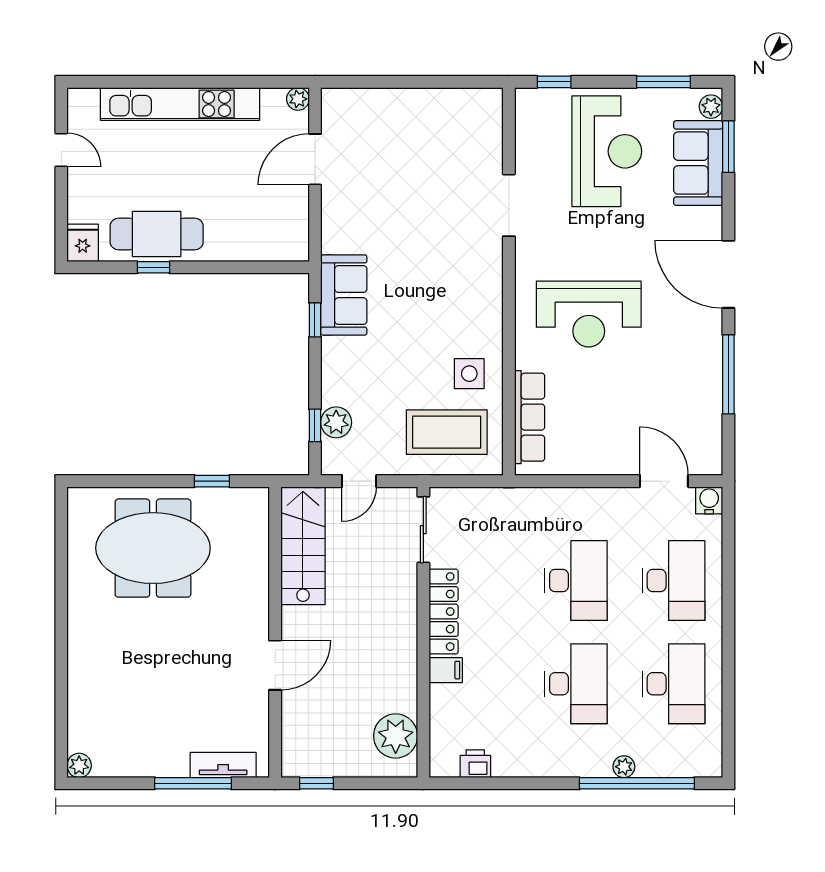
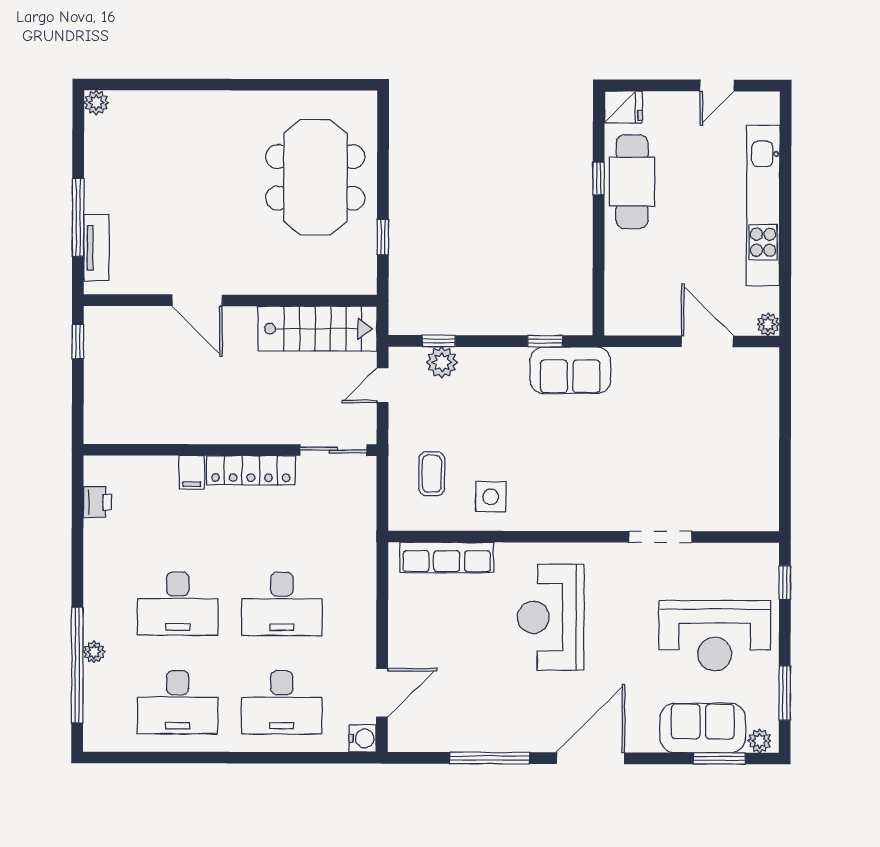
coffee table: (447, 432) -> (432, 474), width x0.54, depth x0.58
door: (359, 481) -> (383, 385), hinge flipped
plant: (396, 736) -> (125, 422), removed

